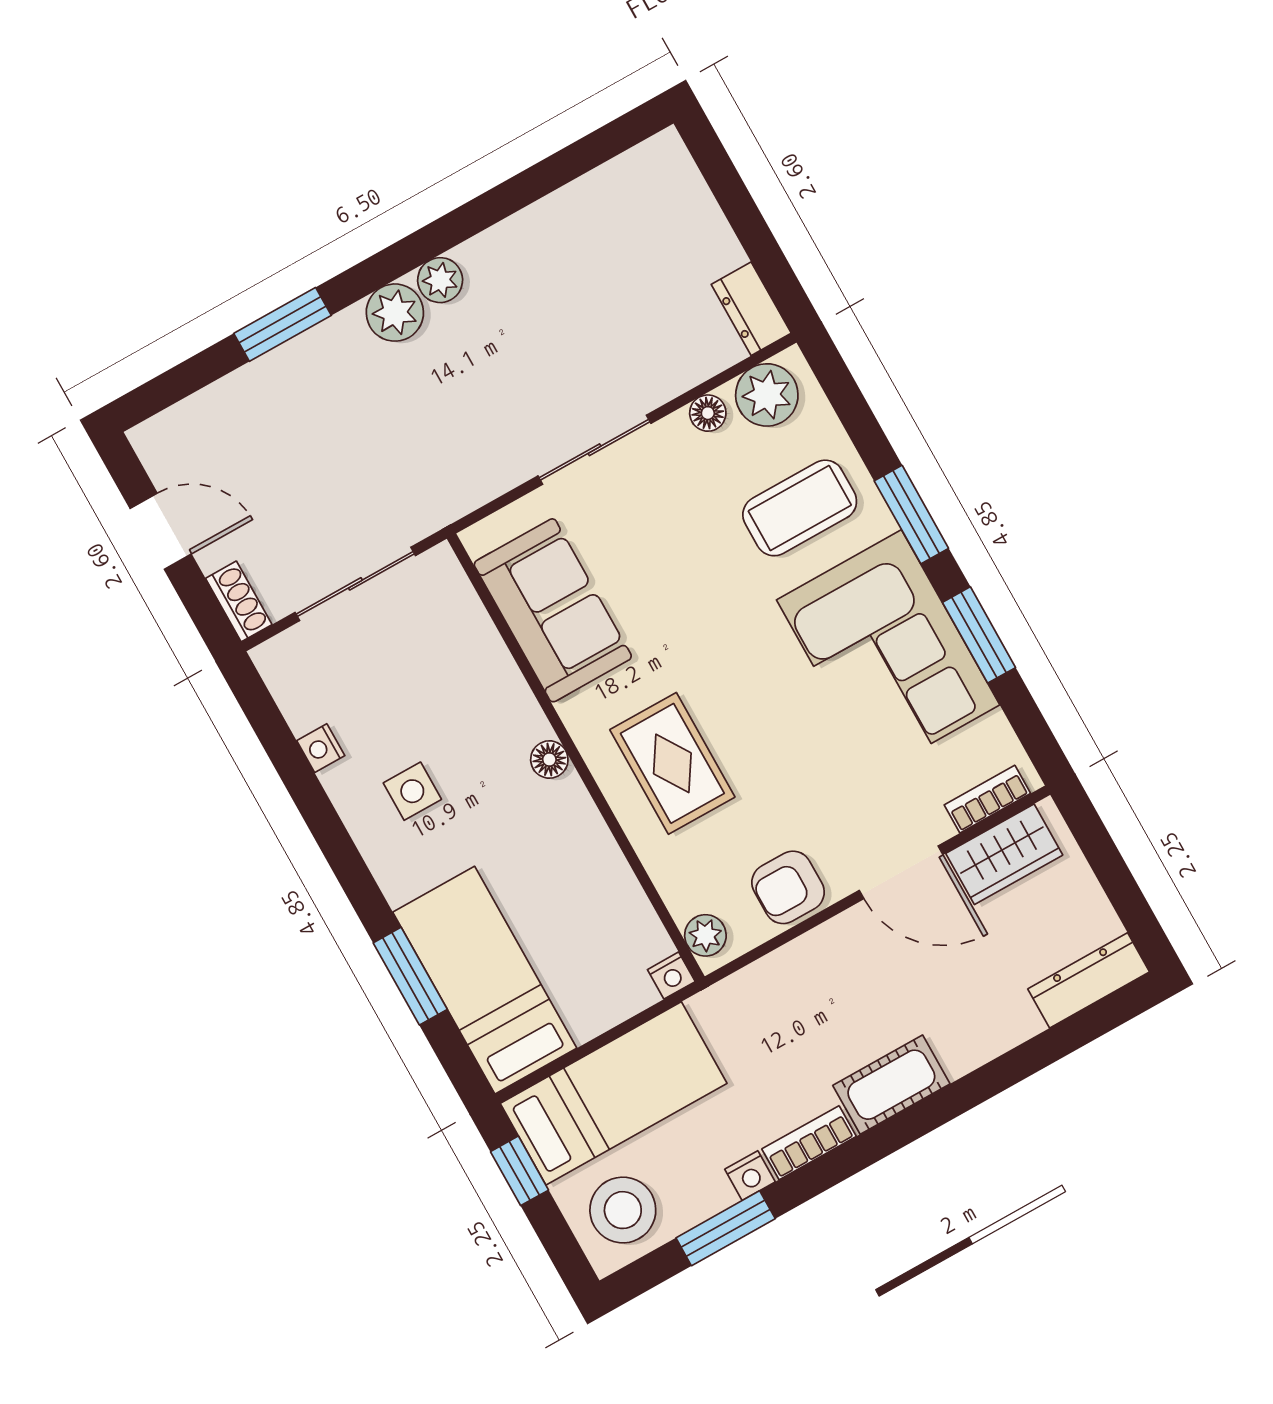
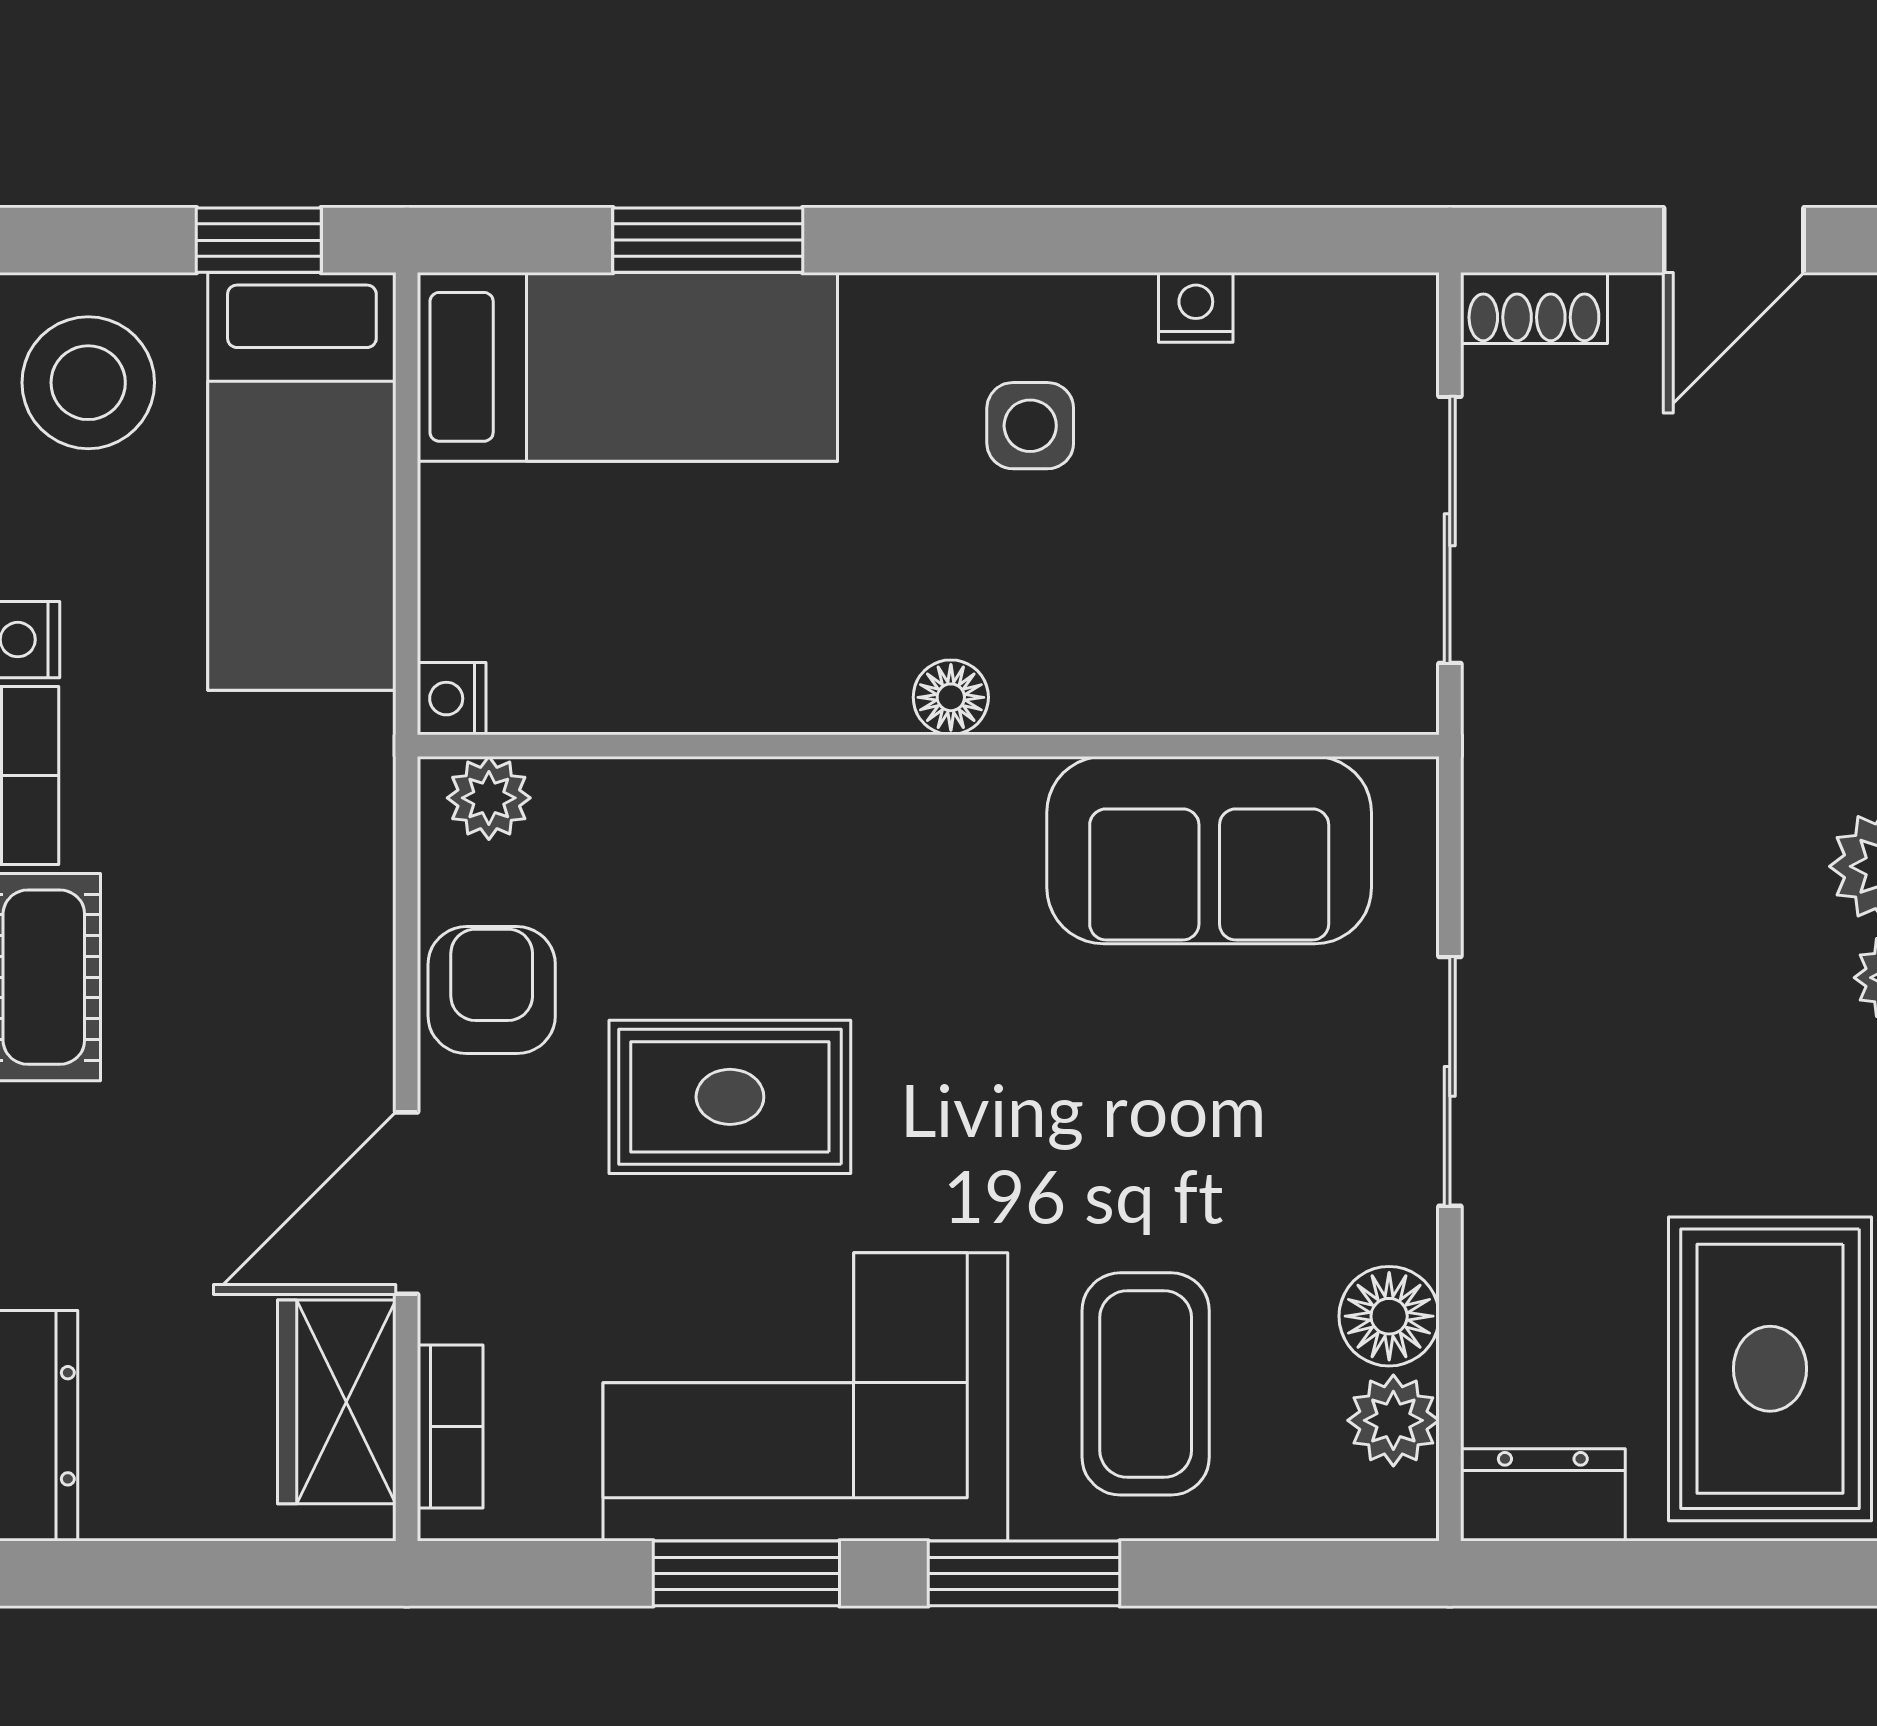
rug: (641, 241) -> (1770, 1369), added
plant: (767, 395) -> (1393, 1420), width x0.73, depth x0.73
floor lamp: (708, 413) -> (1389, 1316), width x1.37, depth x1.37
rug: (672, 763) -> (730, 1097), moved

